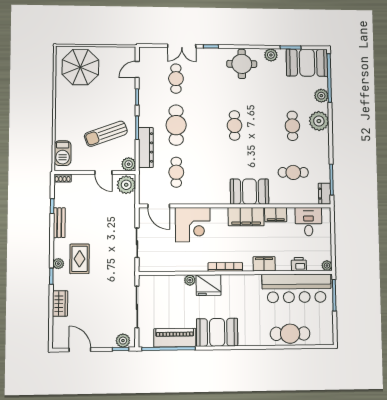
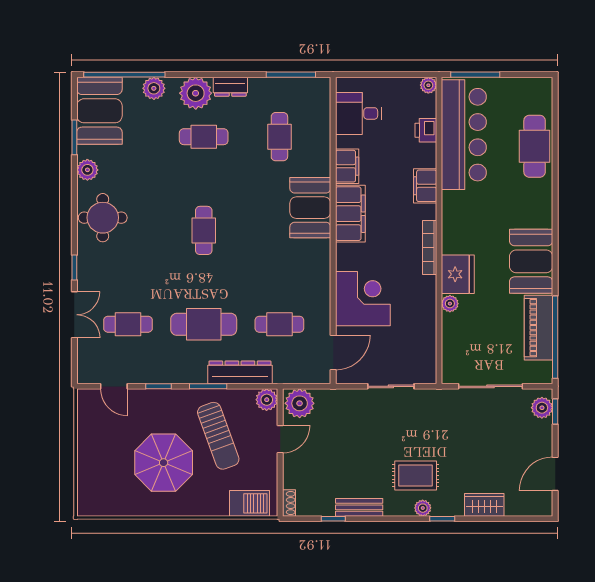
parasol: (80, 67) -> (164, 463), moved
cafe table: (235, 125) -> (204, 230), turned 90
dresser: (324, 194) -> (230, 87), moved

